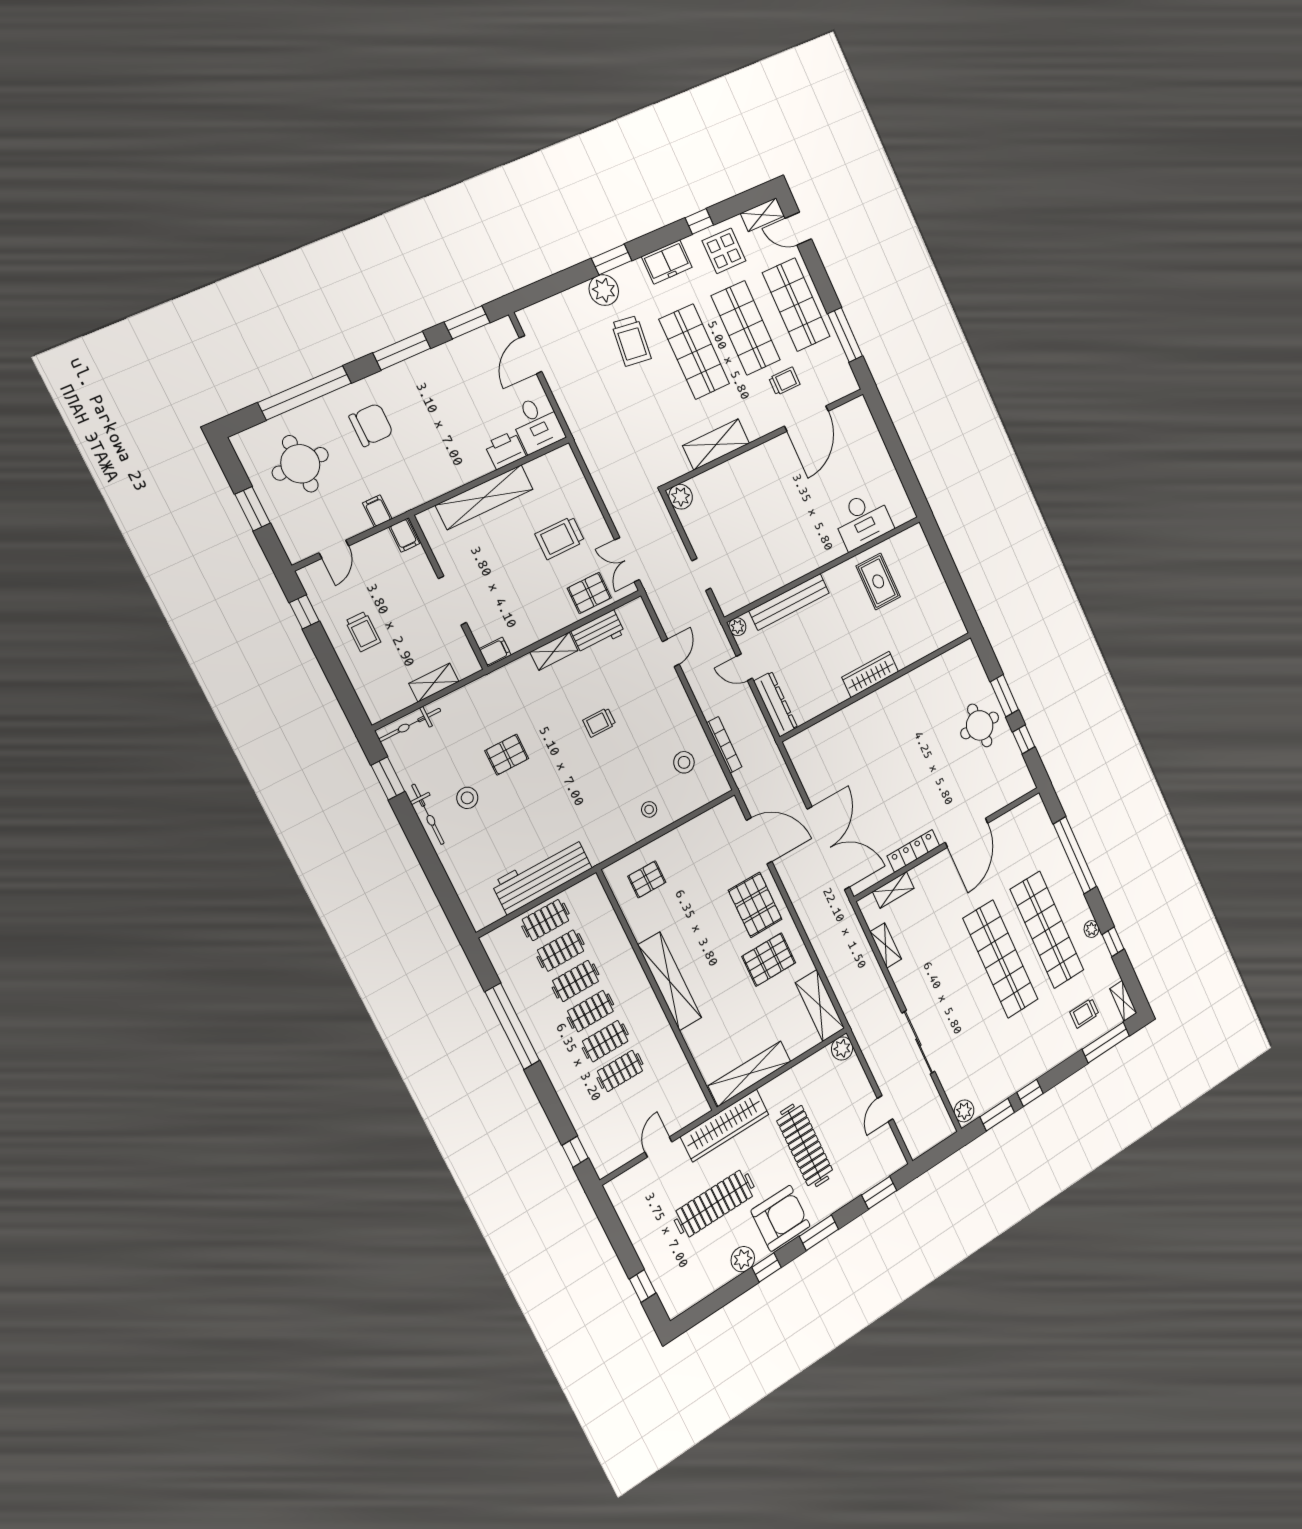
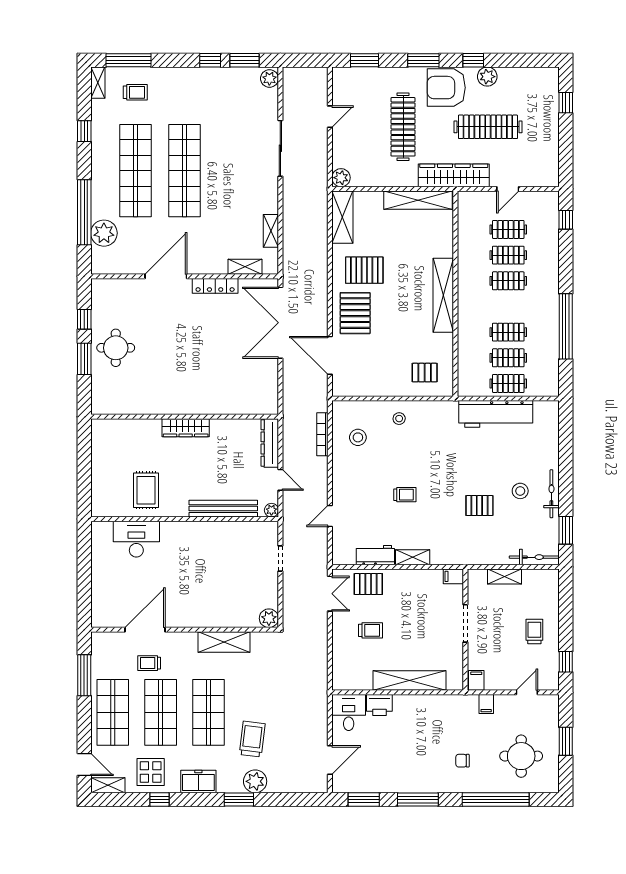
chair: (371, 425) -> (462, 761), width x0.54, depth x0.54
trolley: (560, 538) -> (370, 630), width x0.73, depth x0.72
plant: (1091, 929) -> (104, 233), moved, width x1.88, depth x1.88
clothes rail: (590, 1011) -> (508, 229), moved

